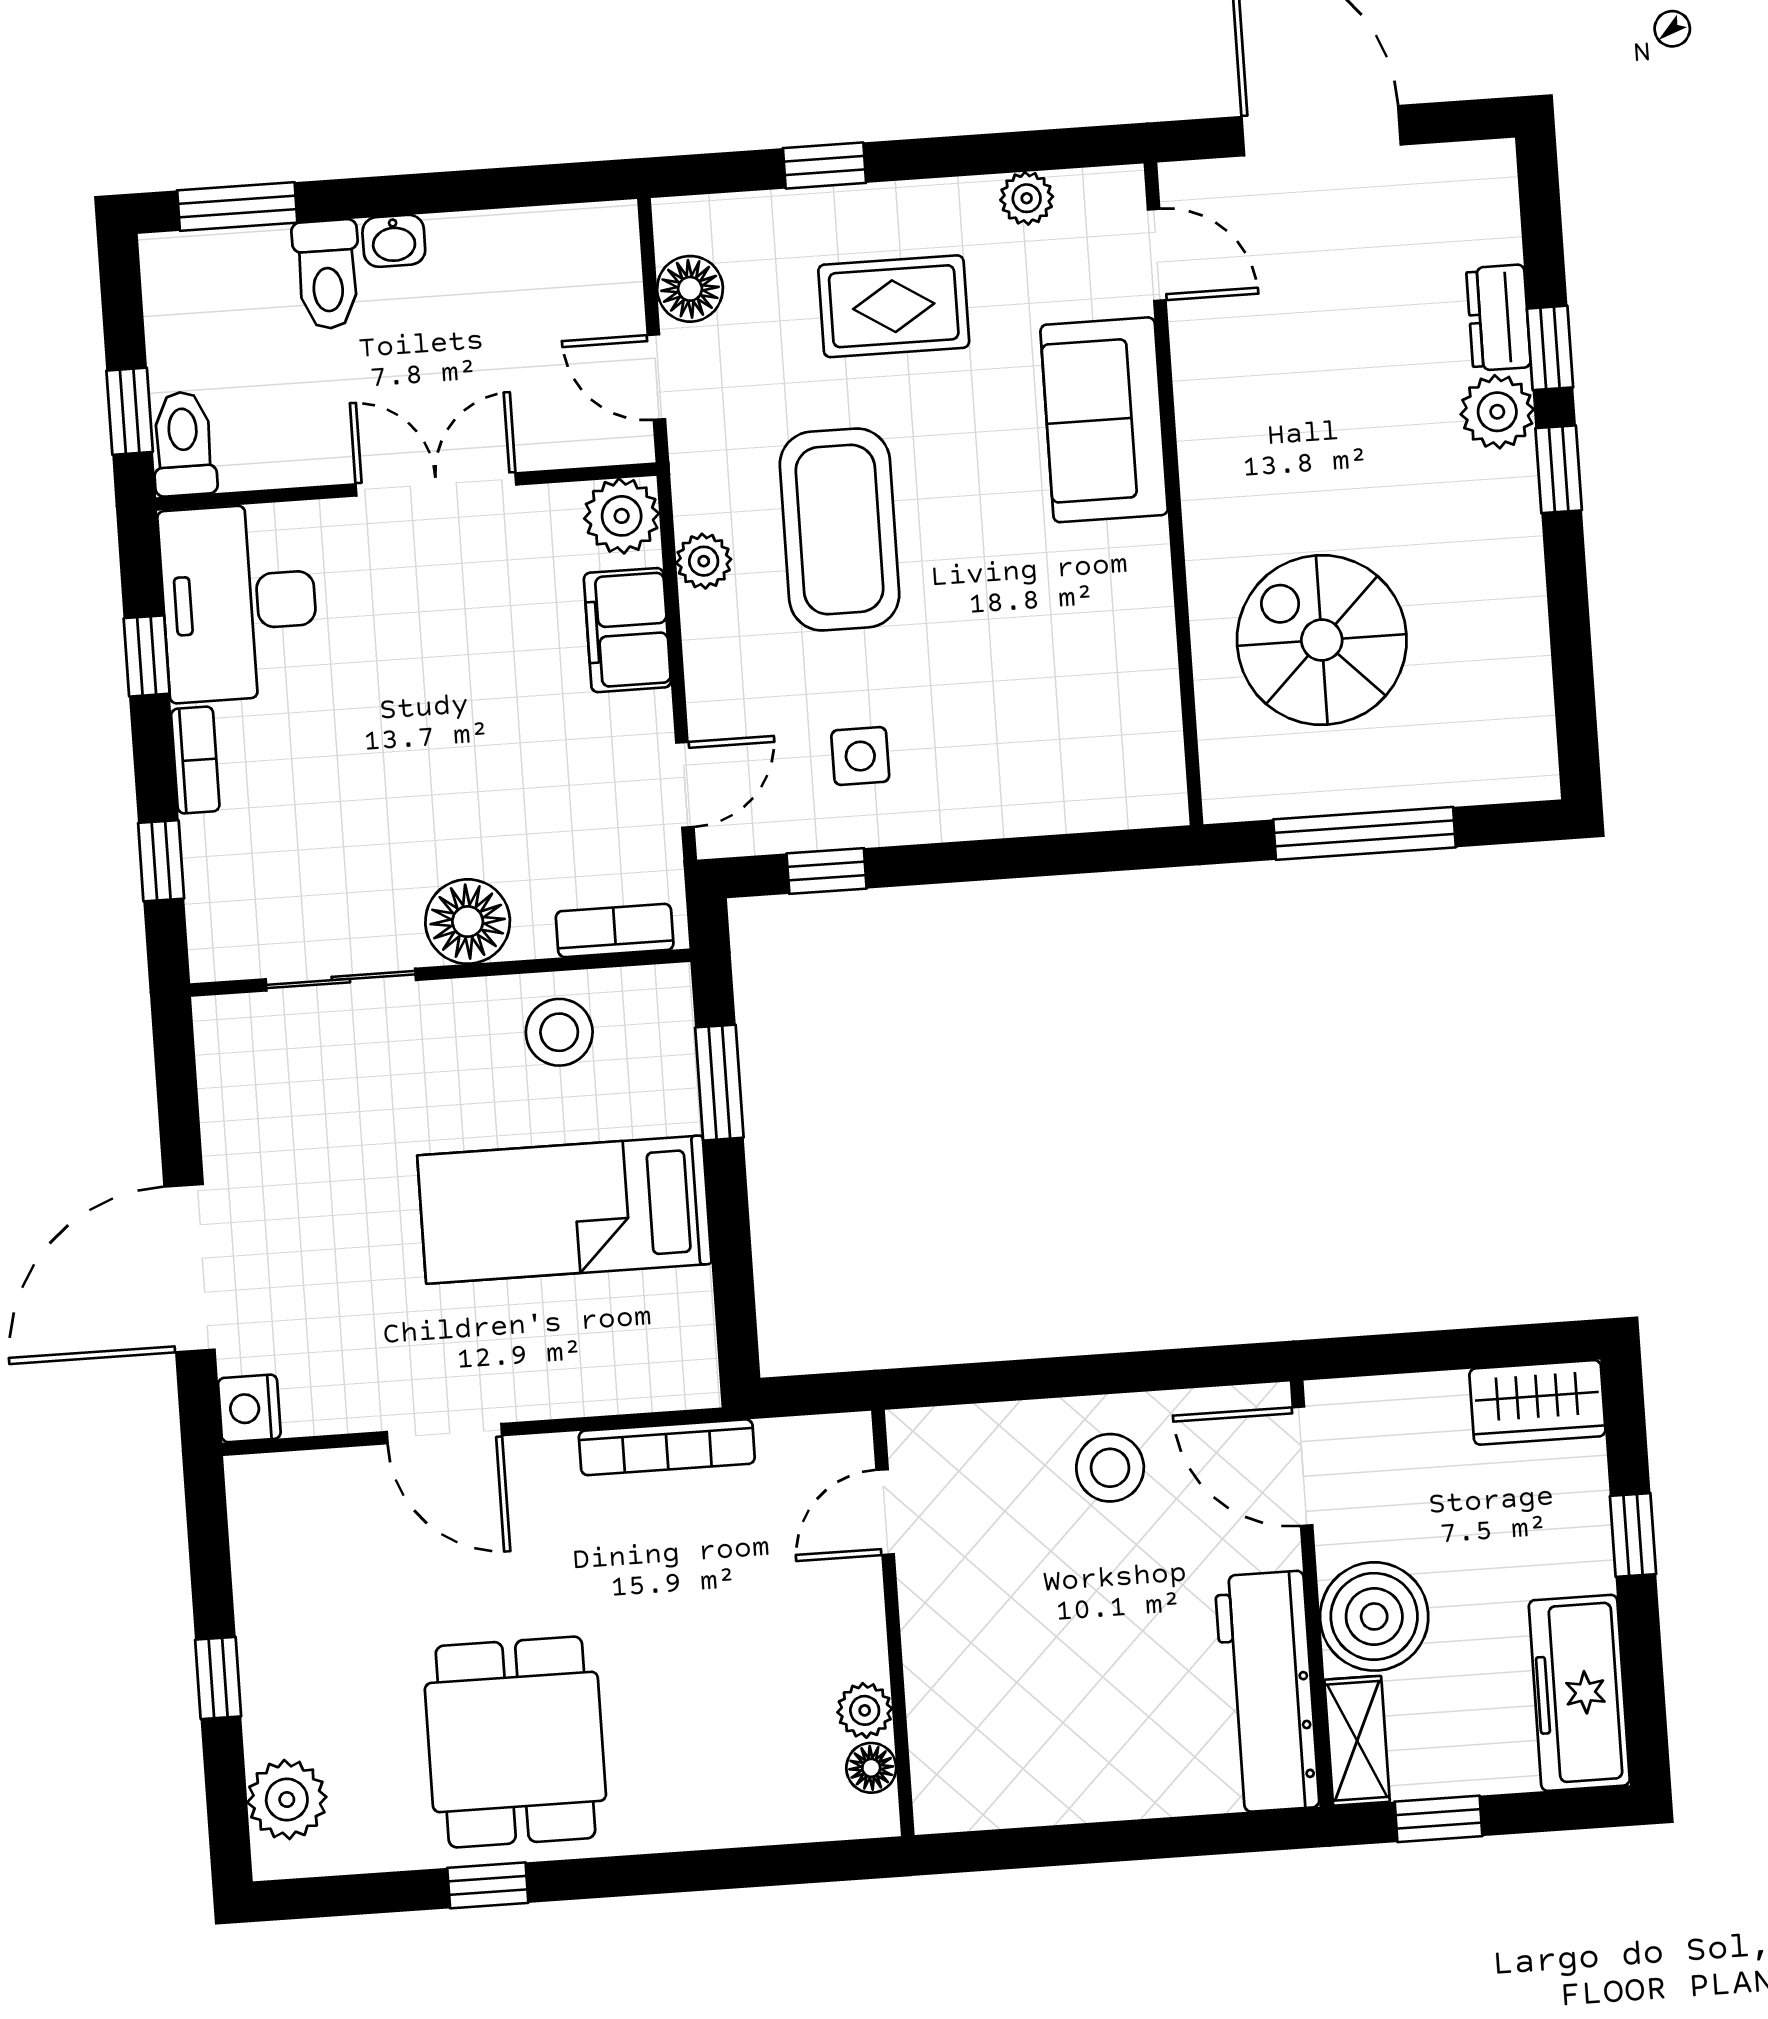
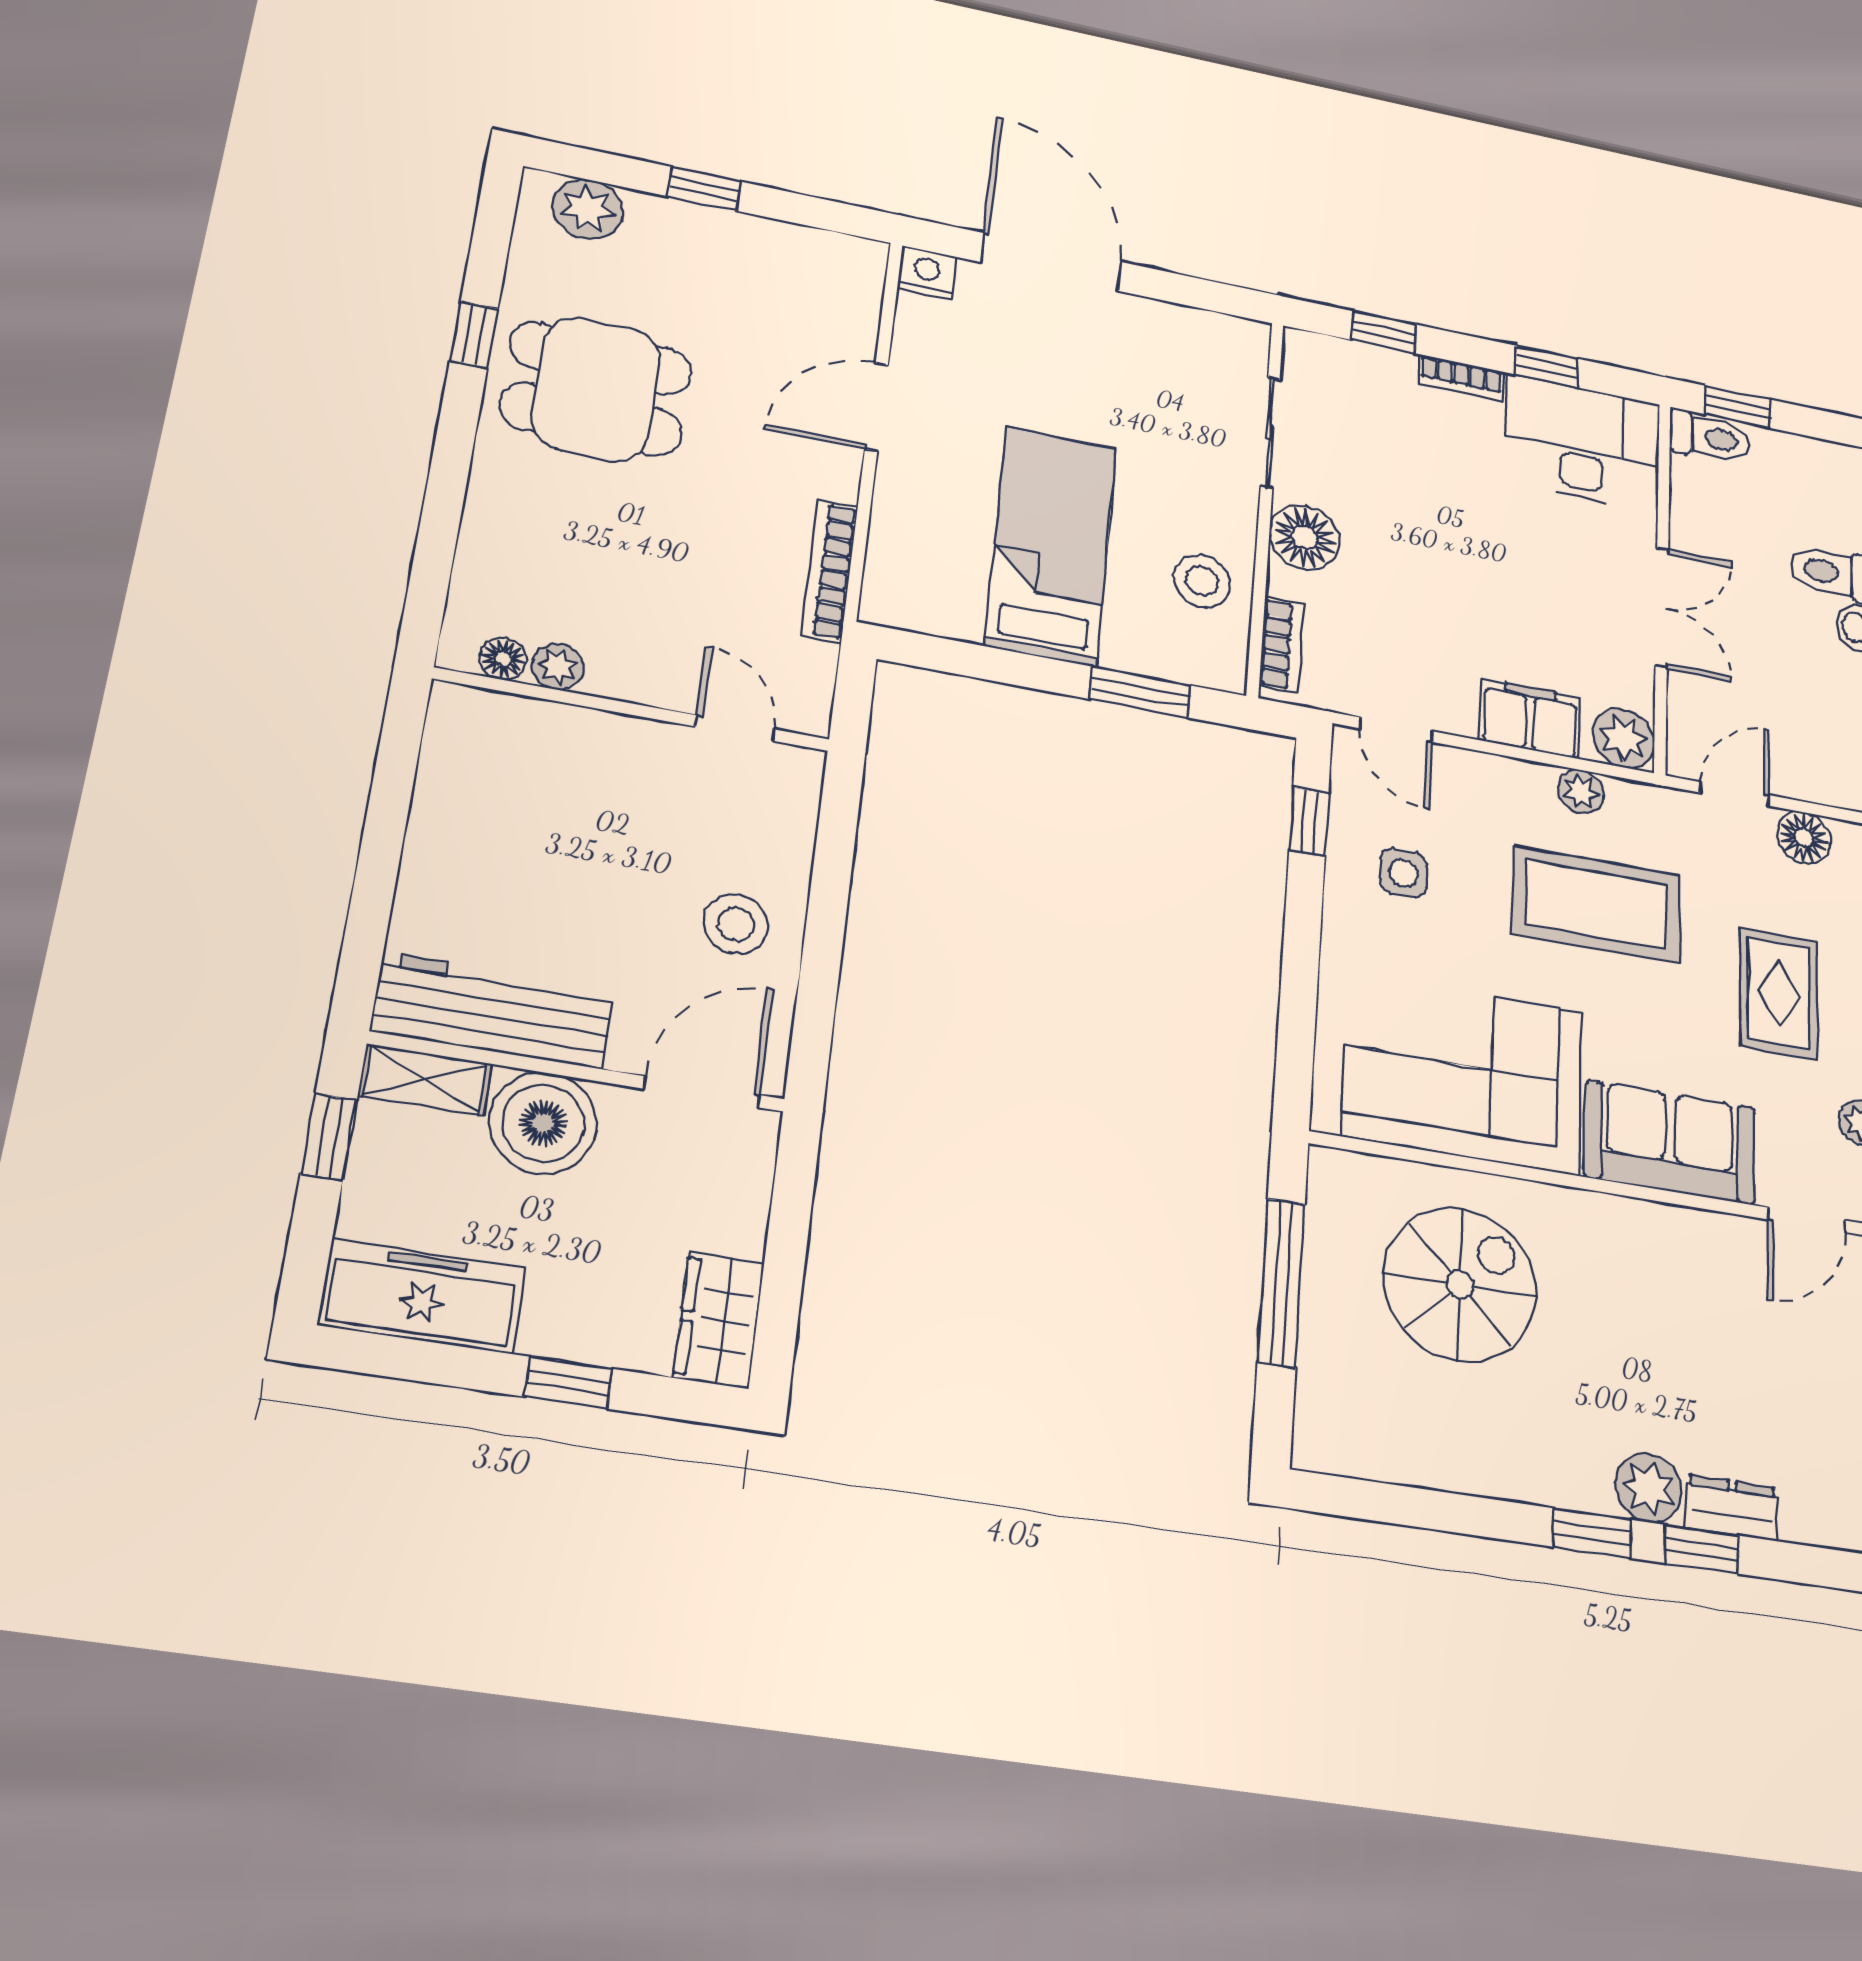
corner sofa: (1081, 662) -> (1463, 1073), added

